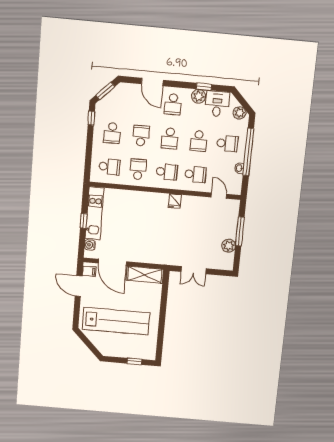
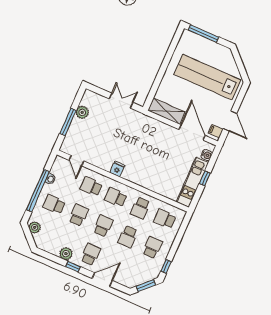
door: (152, 82) -> (102, 279), hinge flipped
window: (204, 87) -> (73, 267), moved
desk: (217, 104) -> (52, 242), removed
window: (134, 361) -> (204, 34), width x2.17

